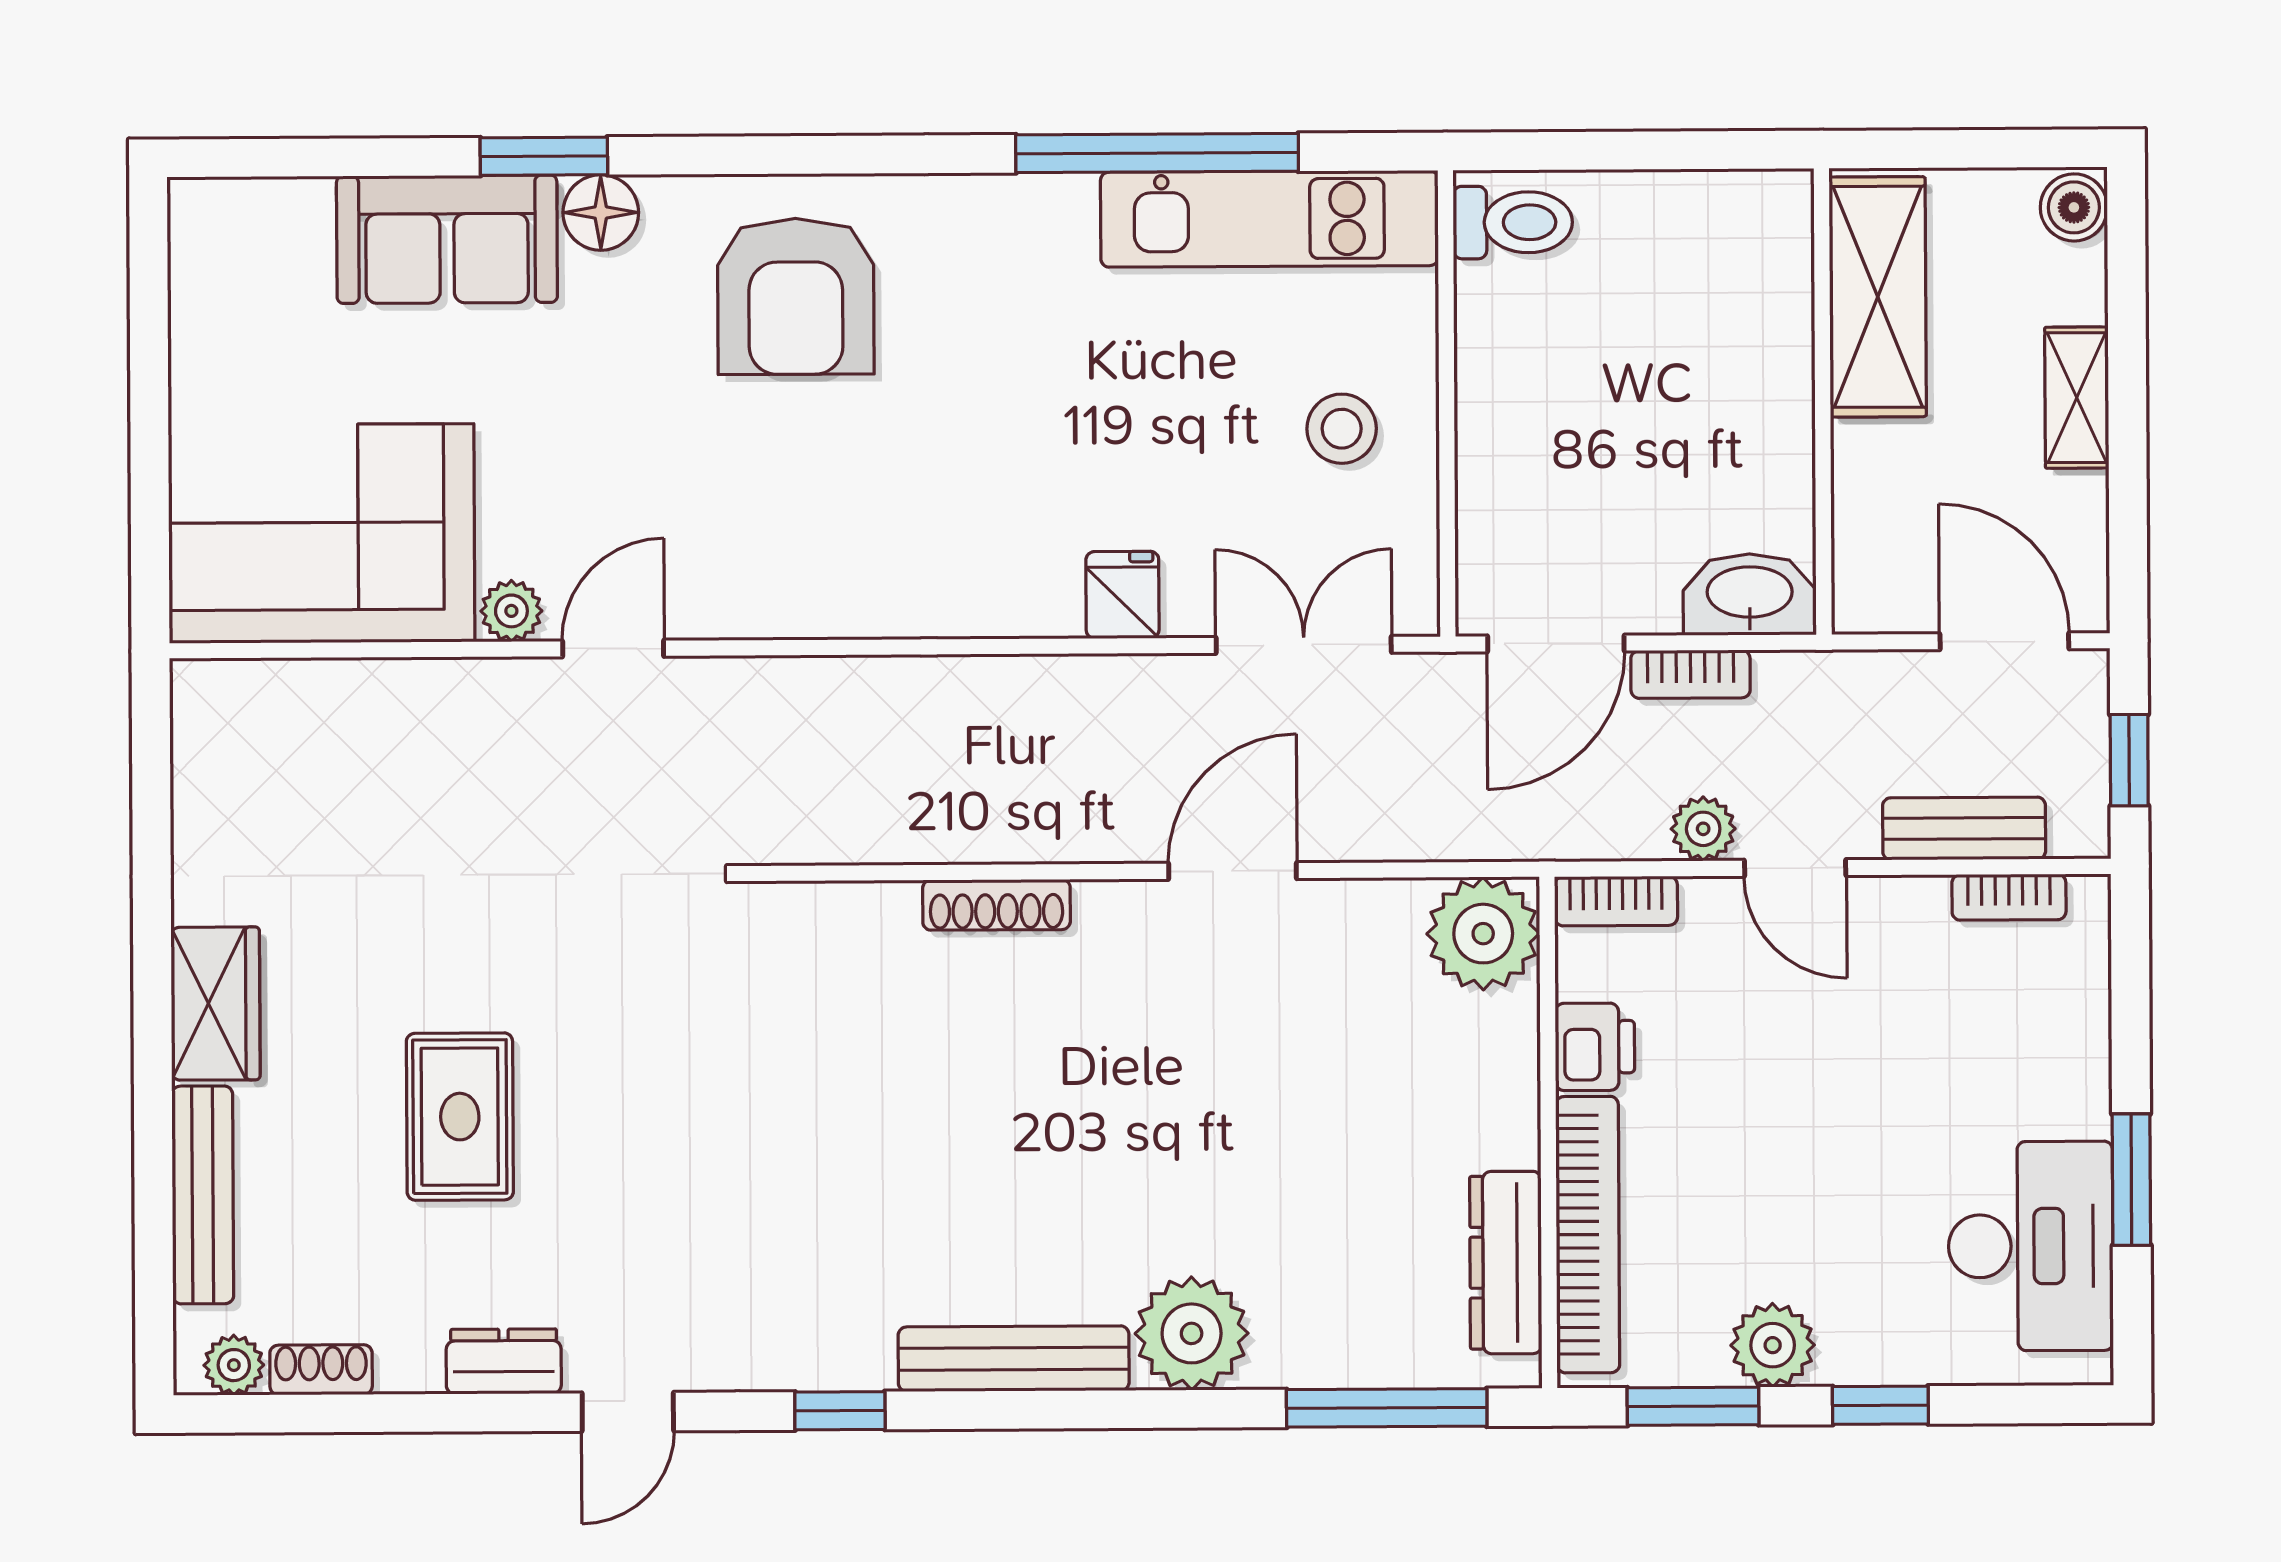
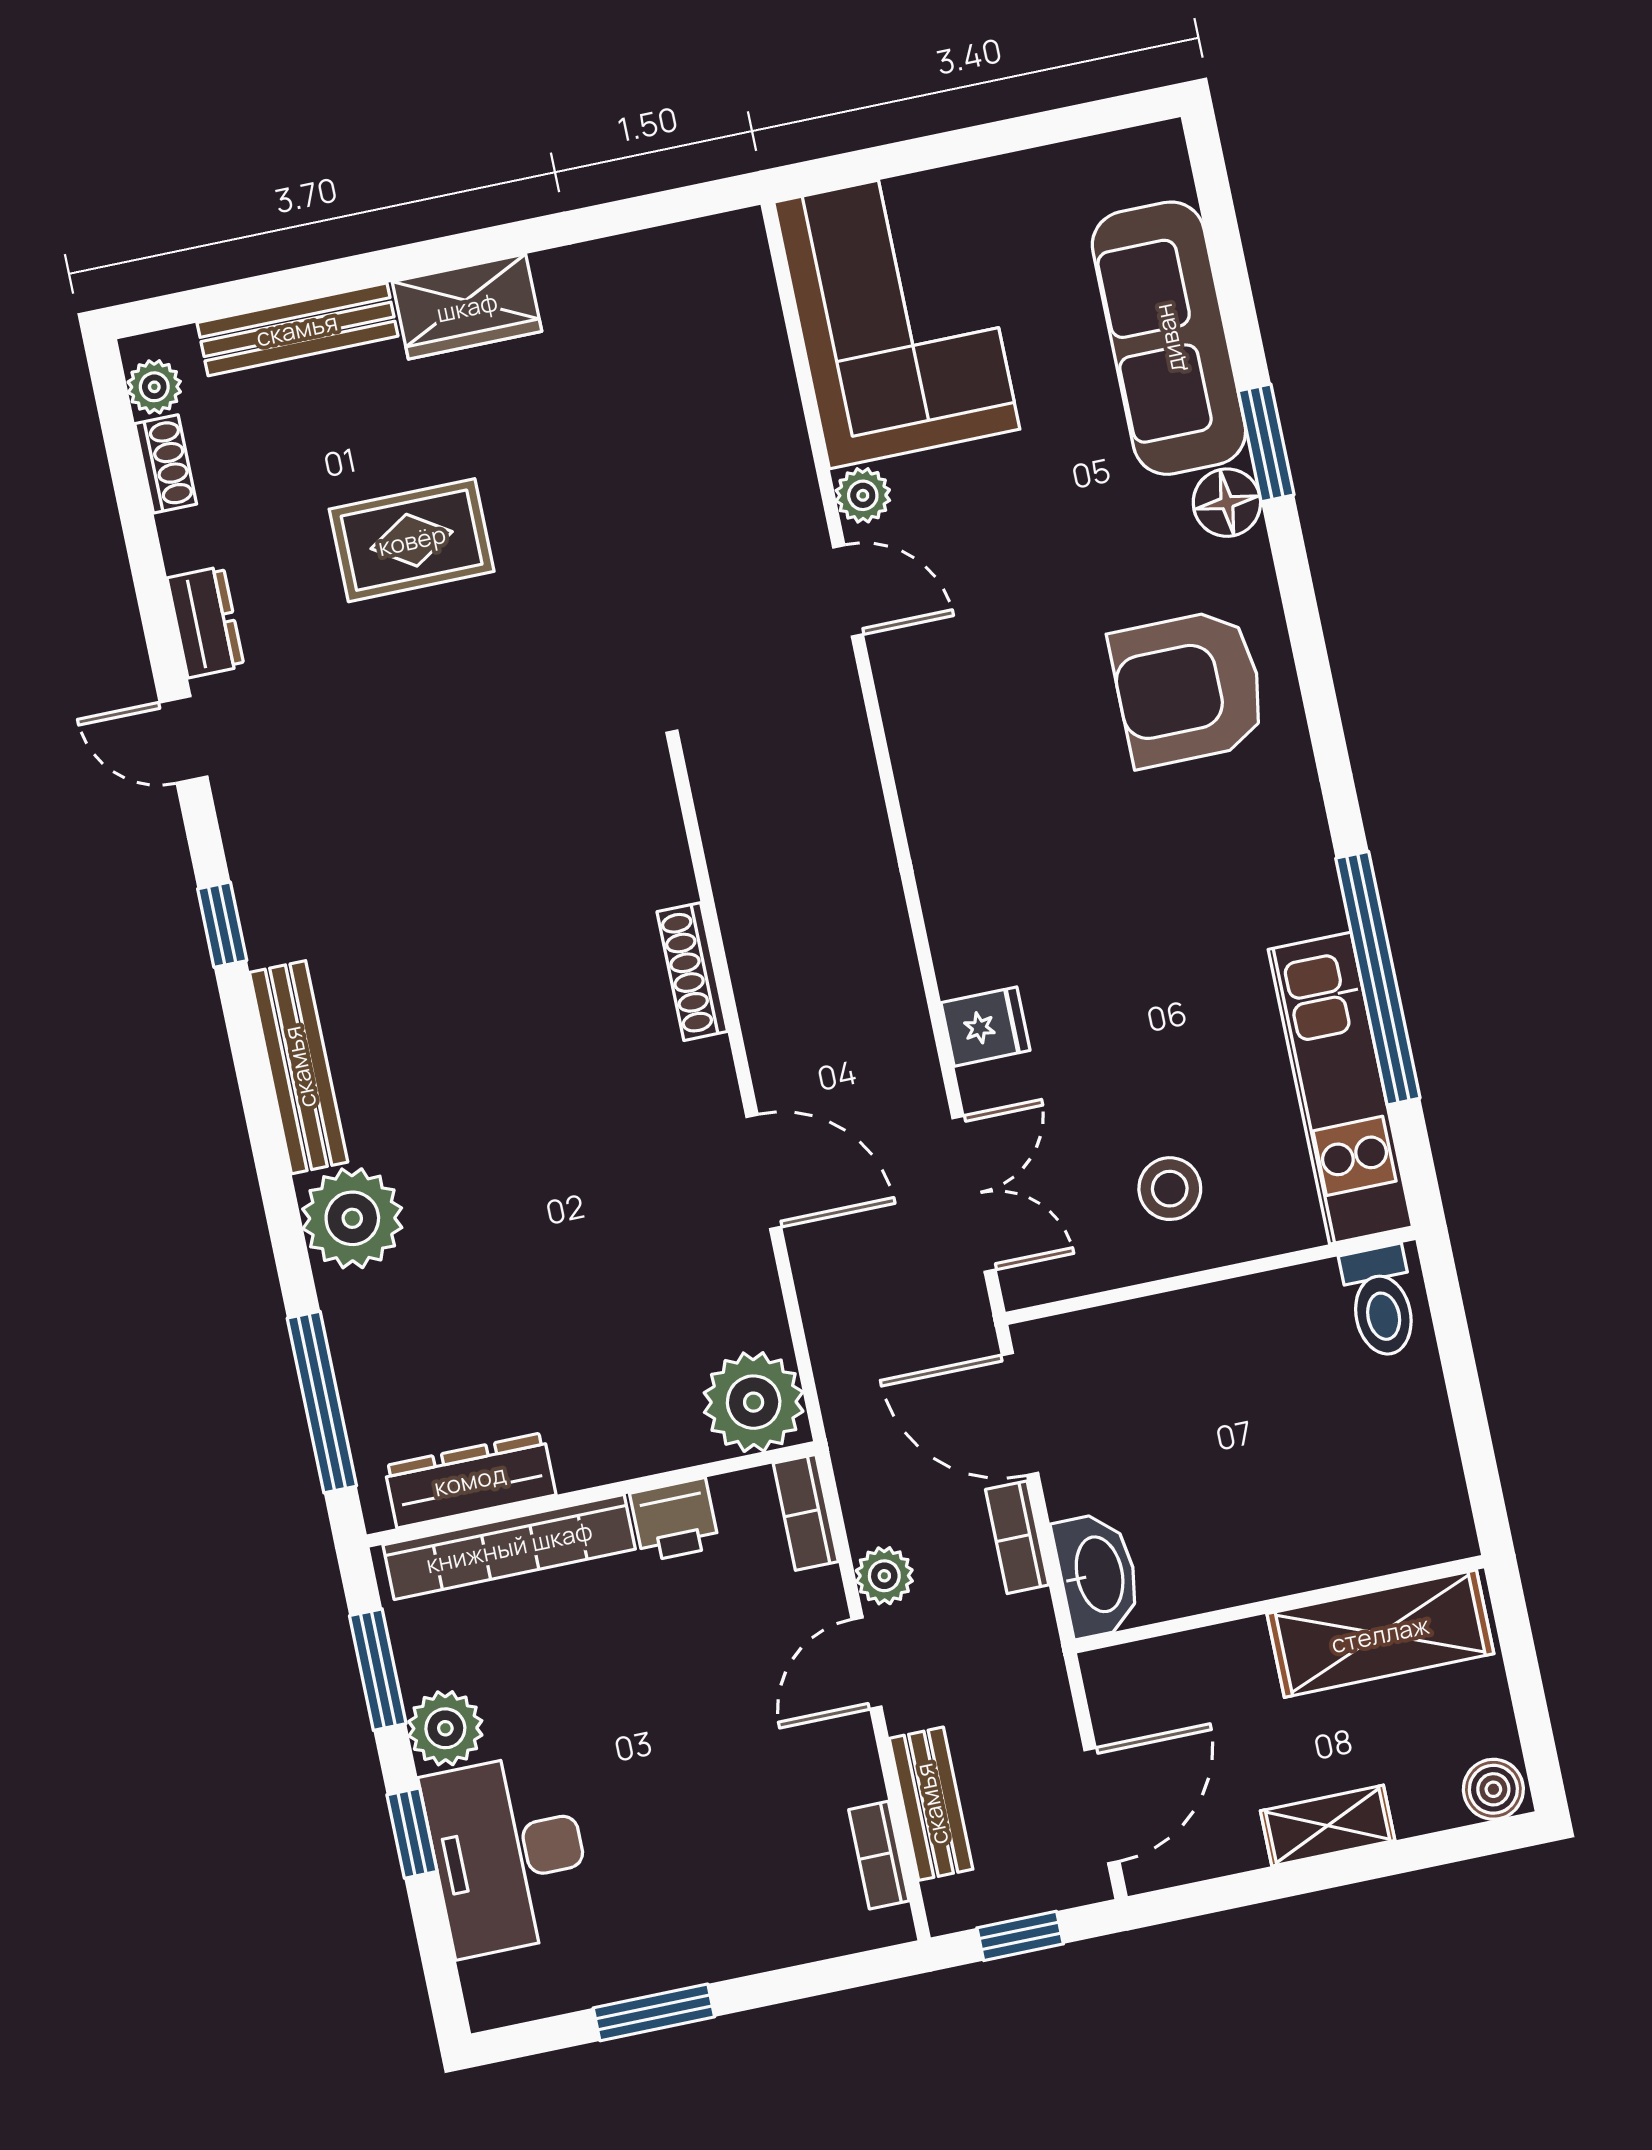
sofa: (447, 239) -> (1169, 338), width x1.36
desk: (2031, 1246) -> (508, 1854), moved, turned 90

